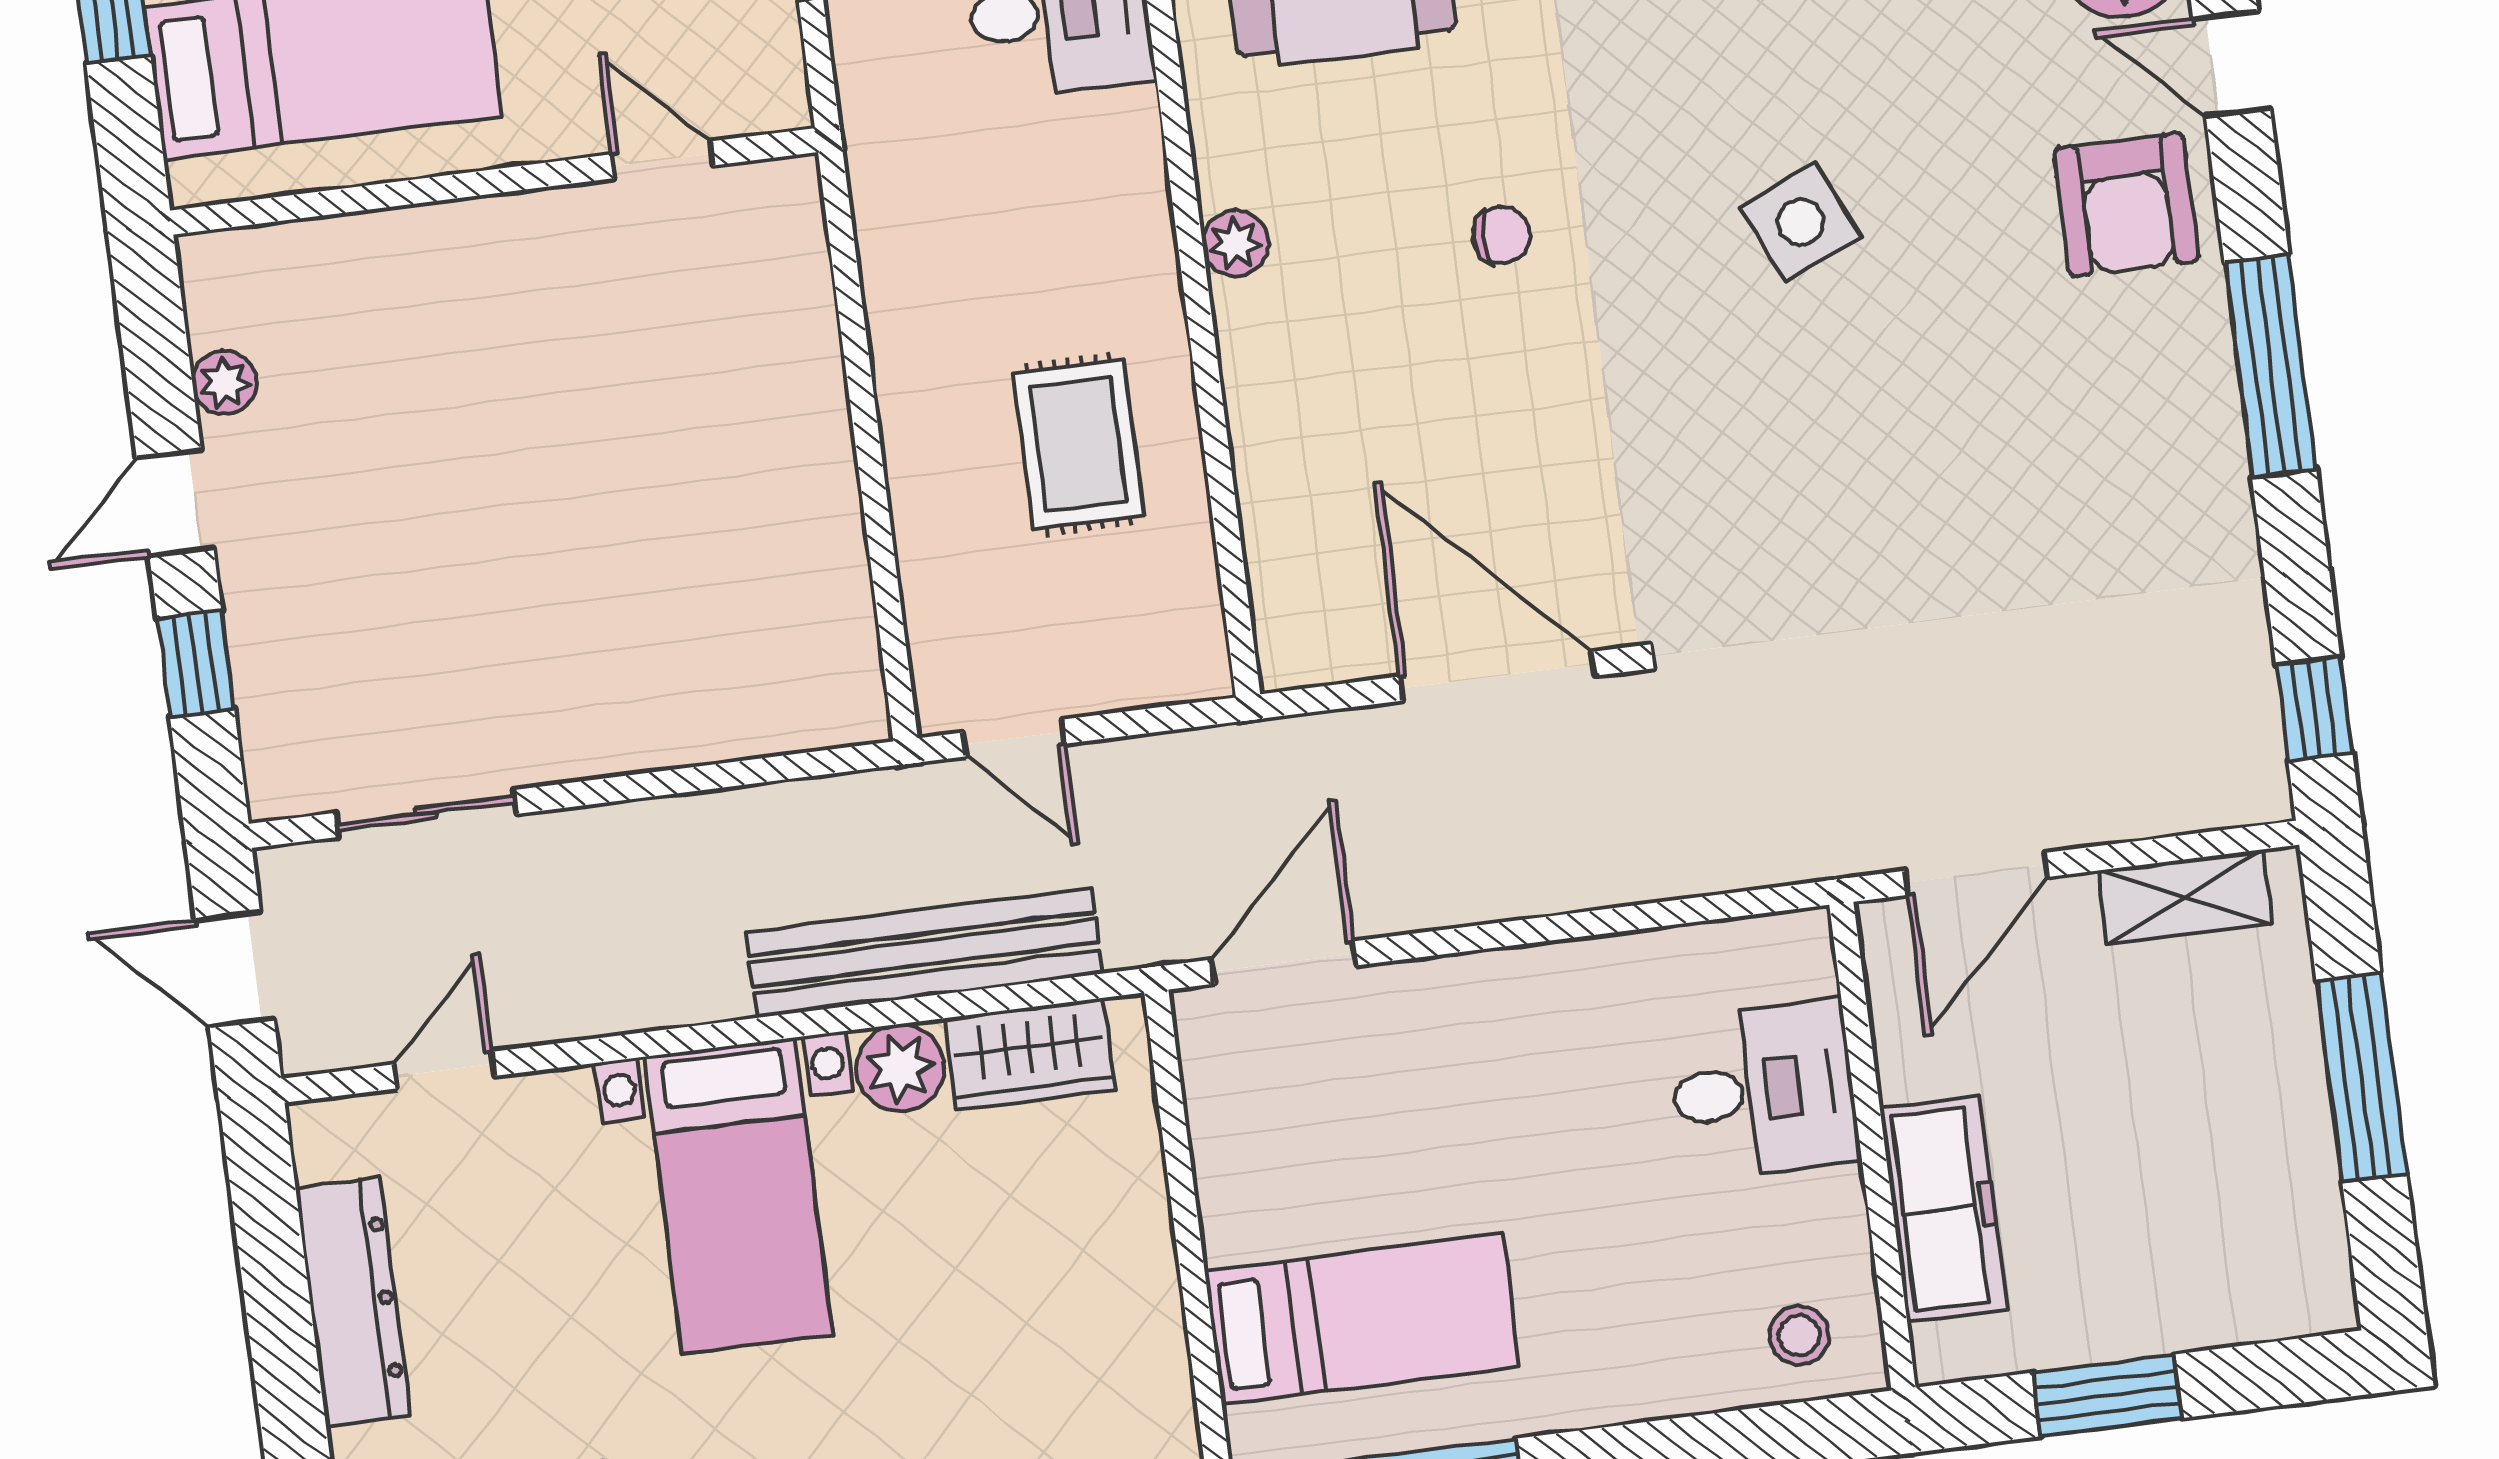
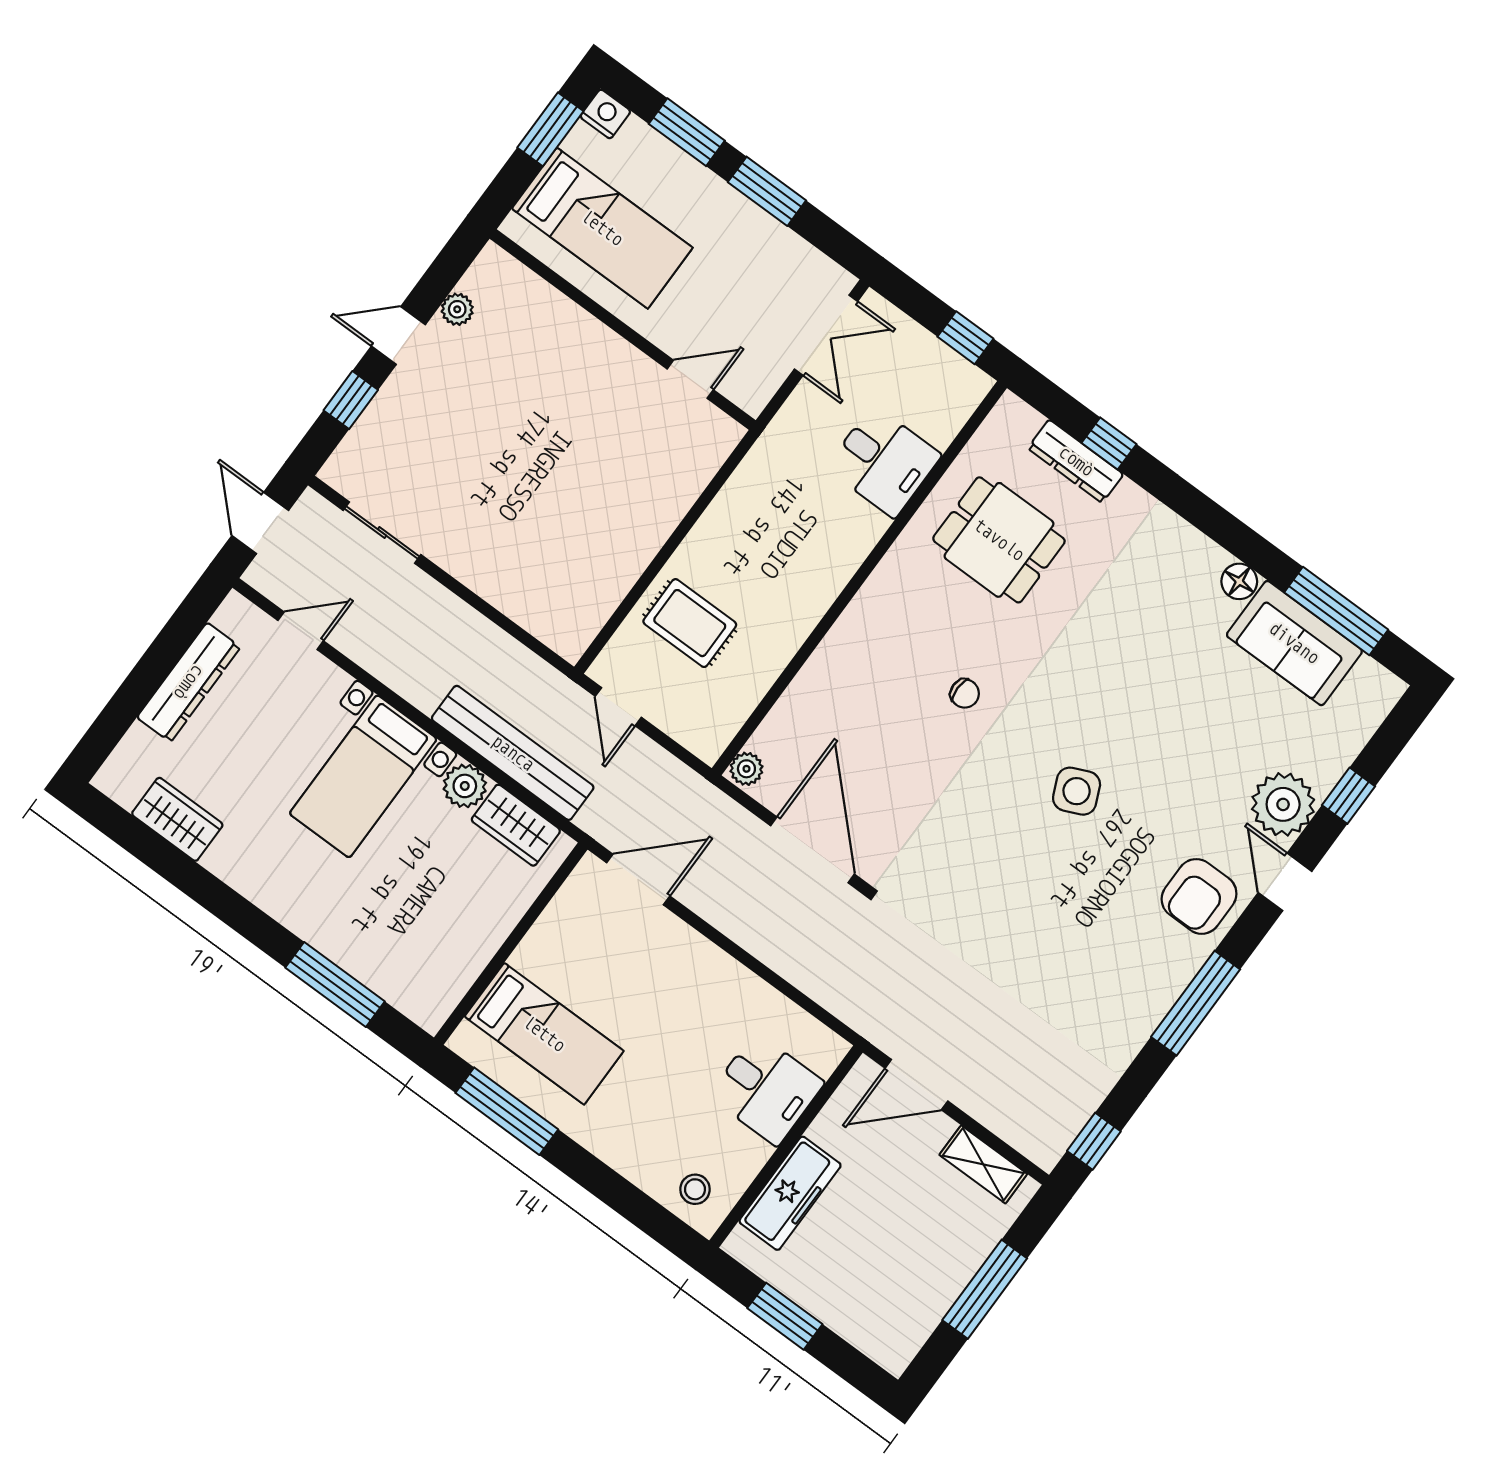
door: (662, 160) -> (690, 379), hinge flipped
plant: (1236, 243) -> (746, 769), moved
rug: (1078, 444) -> (690, 623), moved, turned 90

